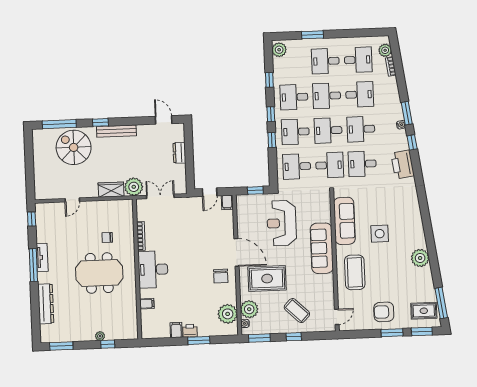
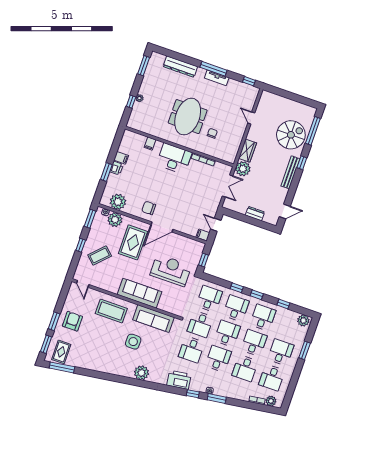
desk: (362, 164) -> (192, 349), turned 180
plant: (420, 258) -> (141, 373), moved

